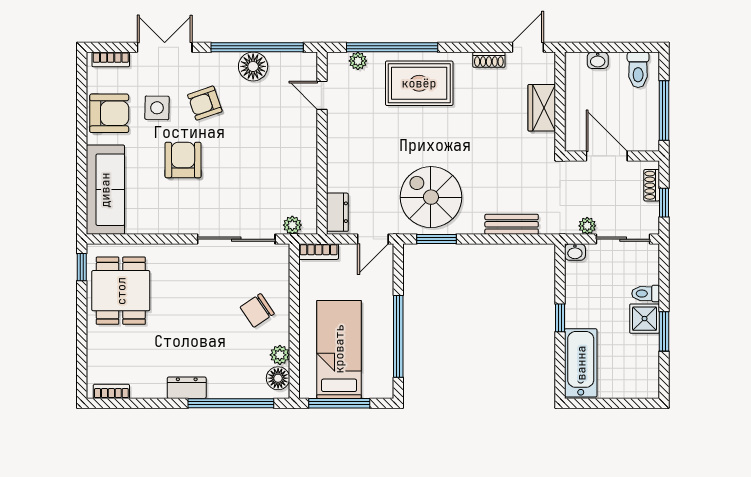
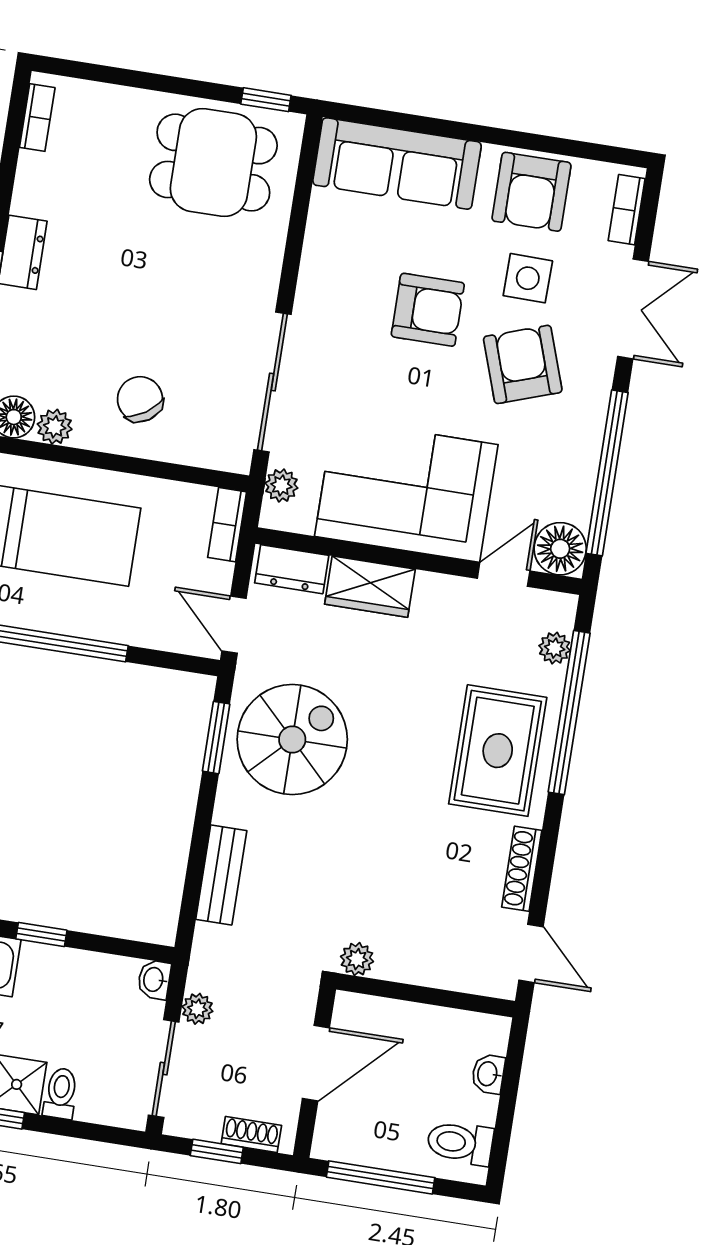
shoe rack: (489, 60) -> (522, 869), width x1.43
floor lamp: (253, 66) -> (560, 549), moved
armchair: (205, 103) -> (523, 364), width x1.38, depth x1.38
wardrobe: (542, 108) -> (370, 587), moved, turned 180
plant: (546, 142) -> (357, 959), added
corner sofa: (284, 156) -> (406, 490), added

